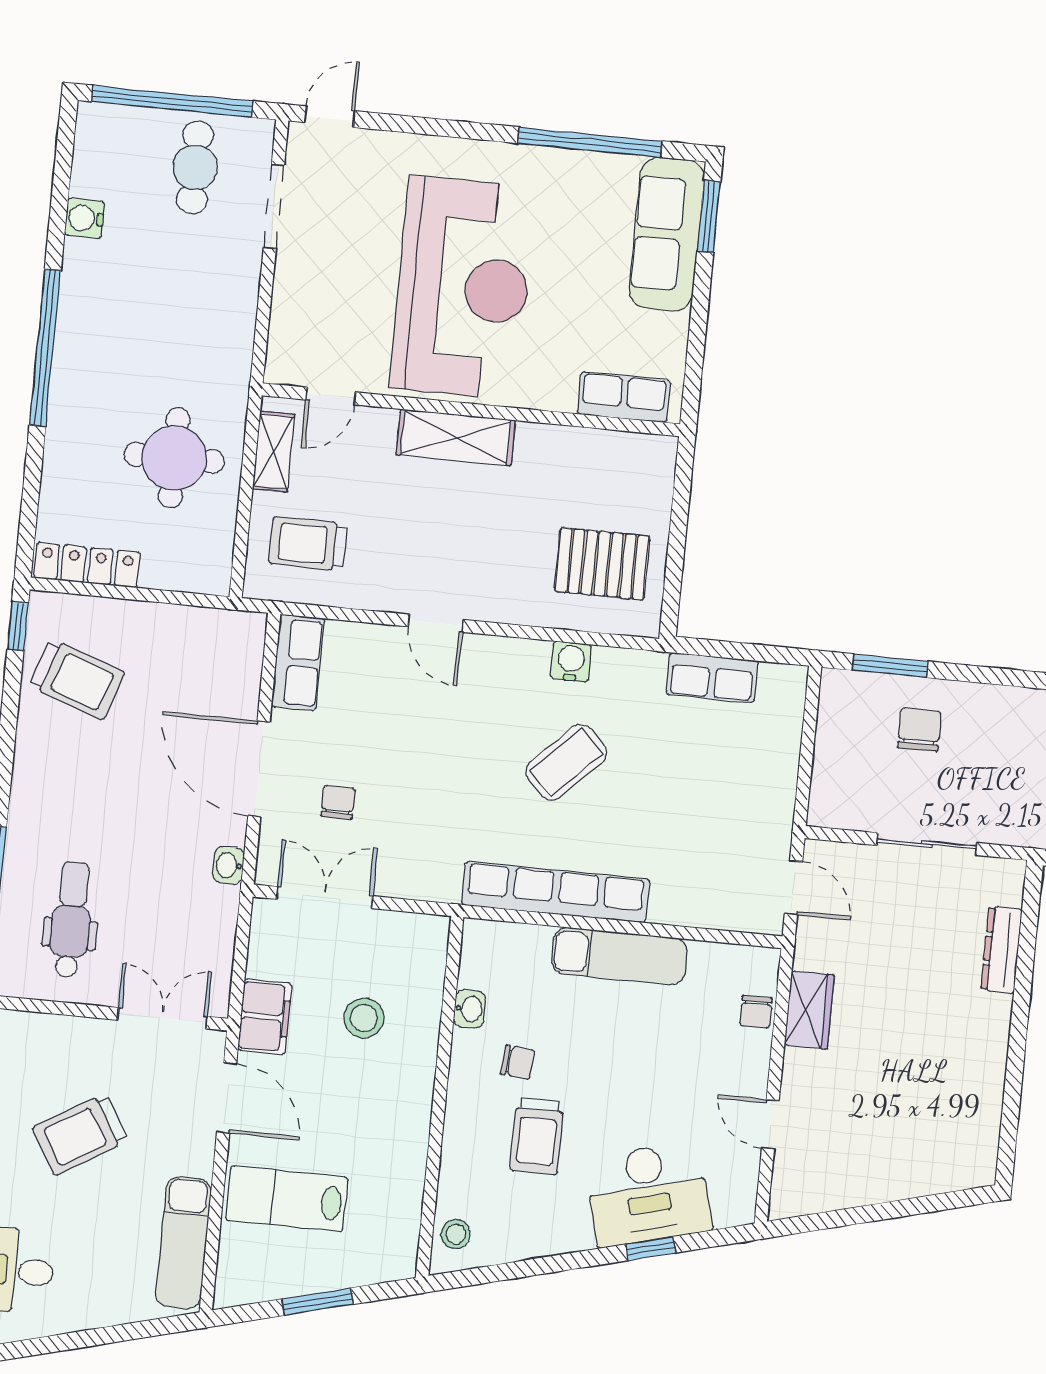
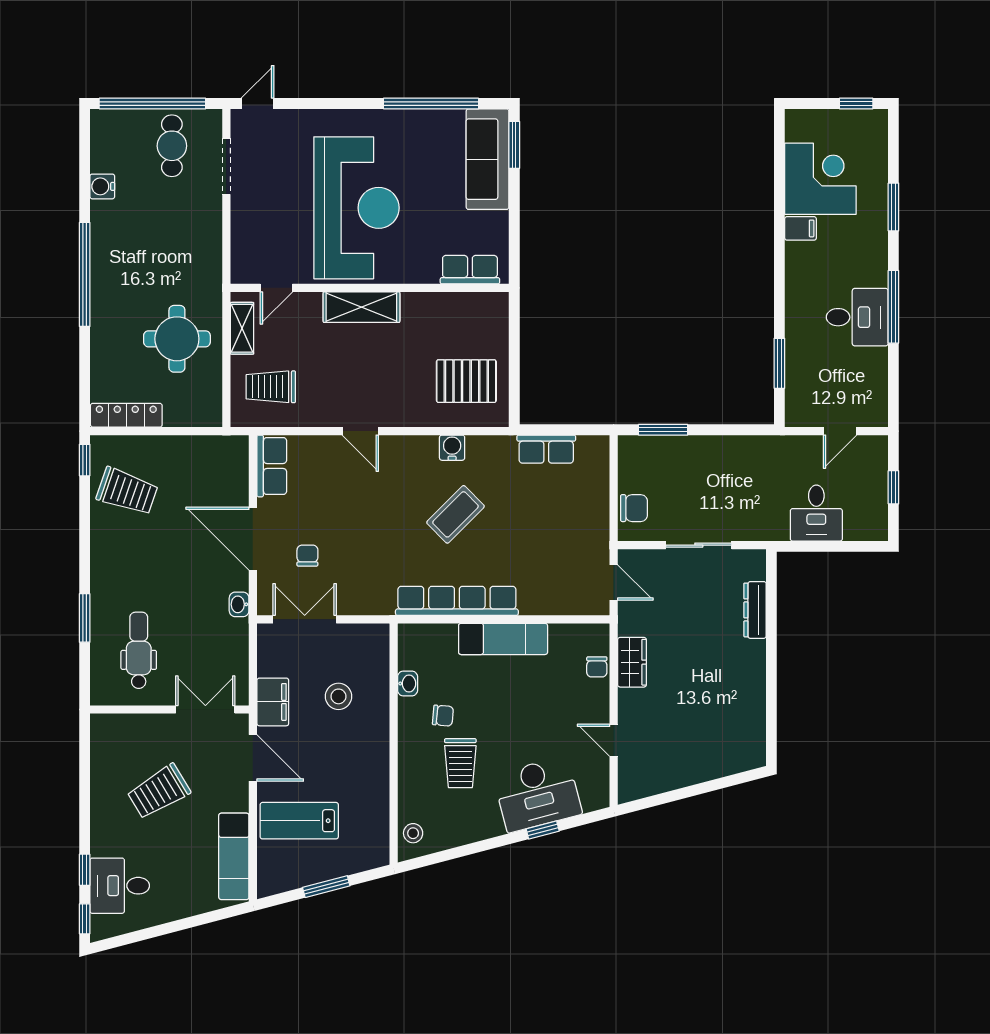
chair: (919, 730) -> (634, 508), moved, turned 90

